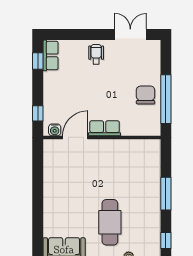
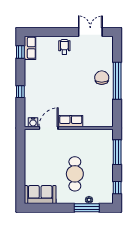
row of seats: (105, 128) -> (71, 121), moved
water cooler: (55, 130) -> (33, 122), moved
door: (75, 137) -> (49, 128), moved
wall: (102, 137) -> (69, 128), moved

